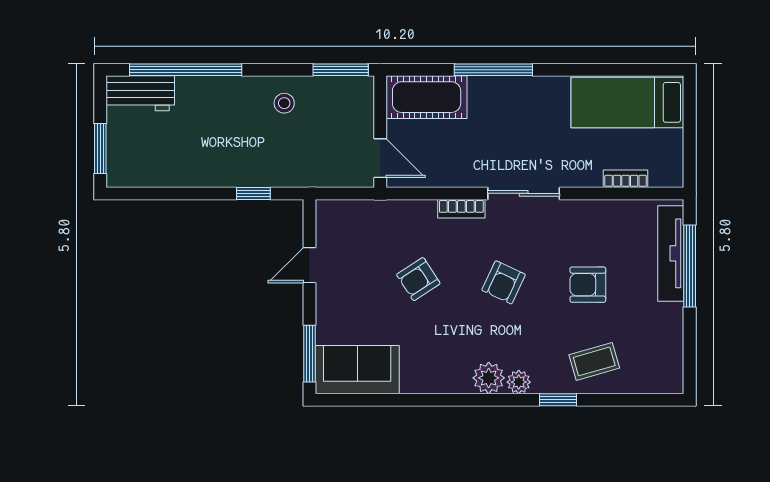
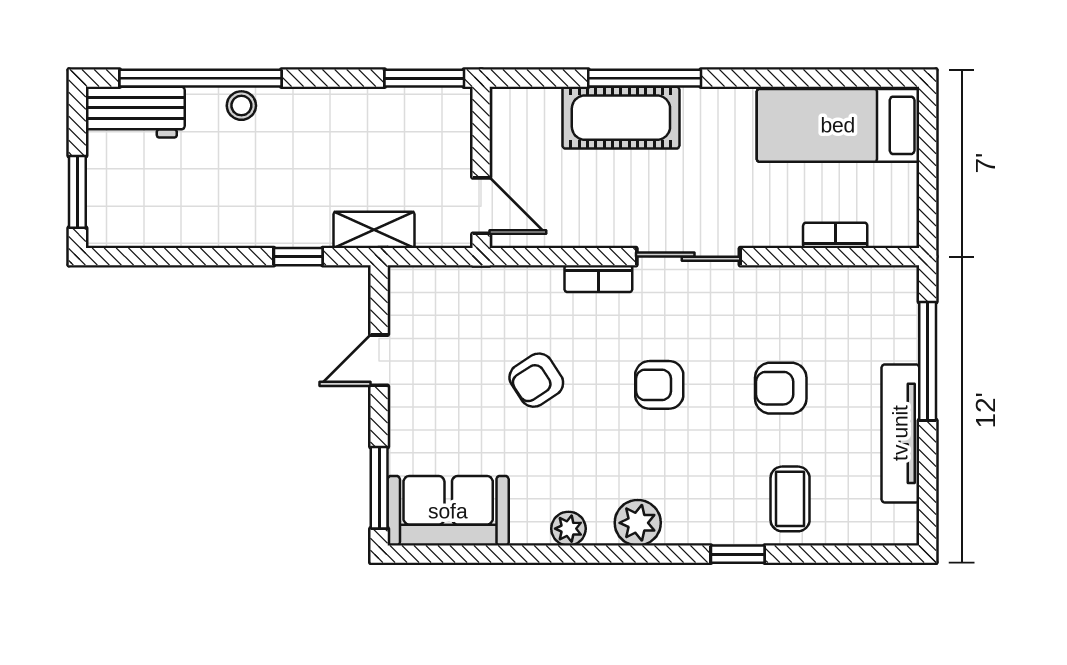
cot: (427, 97) -> (621, 118), moved
stool: (284, 103) -> (241, 106), moved
shelving: (306, 175) -> (374, 230), added
tv unit: (671, 253) -> (900, 433), moved
armchair: (504, 282) -> (659, 385), turned 65
coffee table: (594, 361) -> (790, 499), turned -74
plant: (519, 382) -> (568, 529), moved

